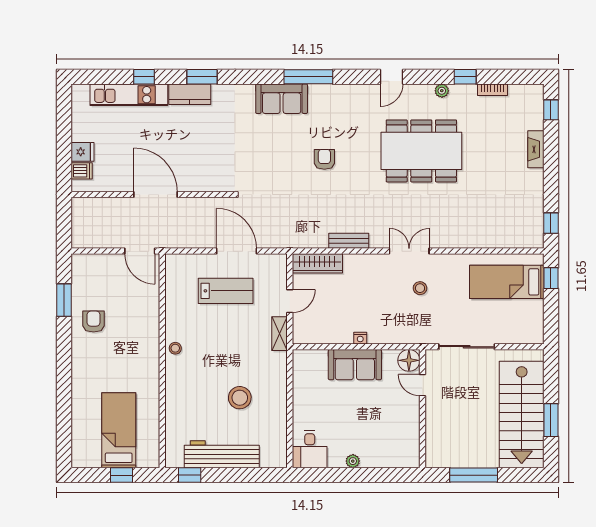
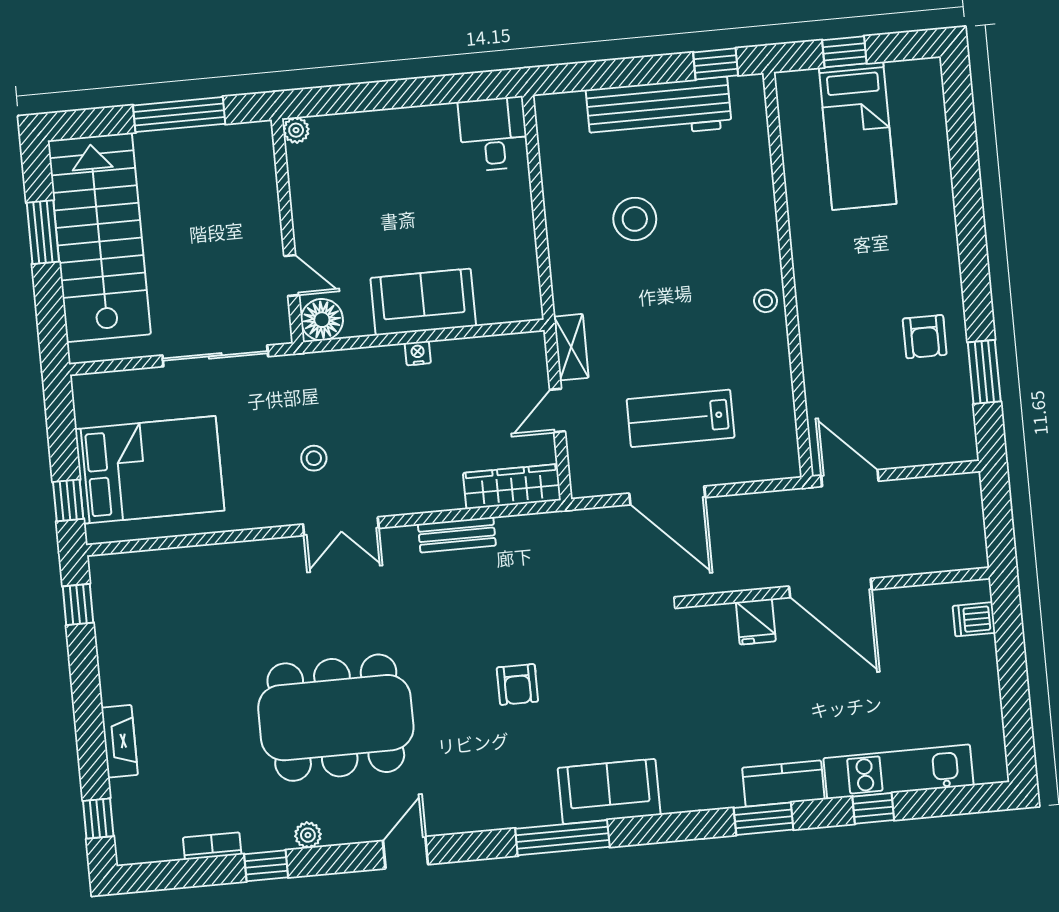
fridge: (82, 152) -> (756, 622), moved, turned -90
bed: (507, 282) -> (150, 470), width x1.50
plant: (353, 461) -> (296, 130), moved

